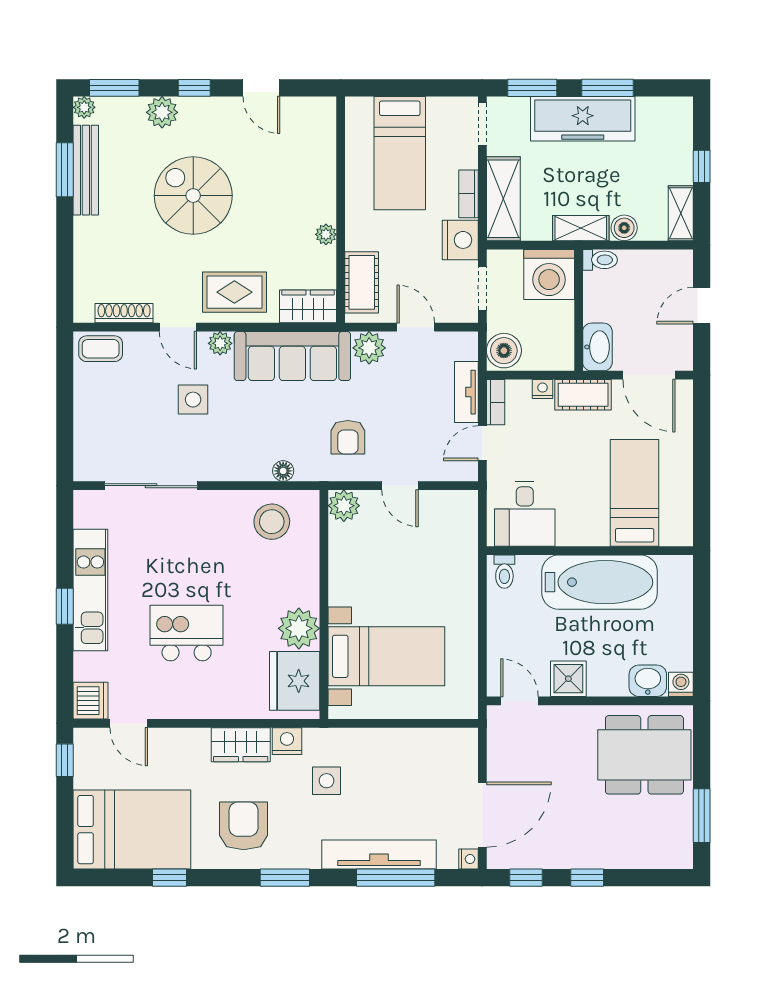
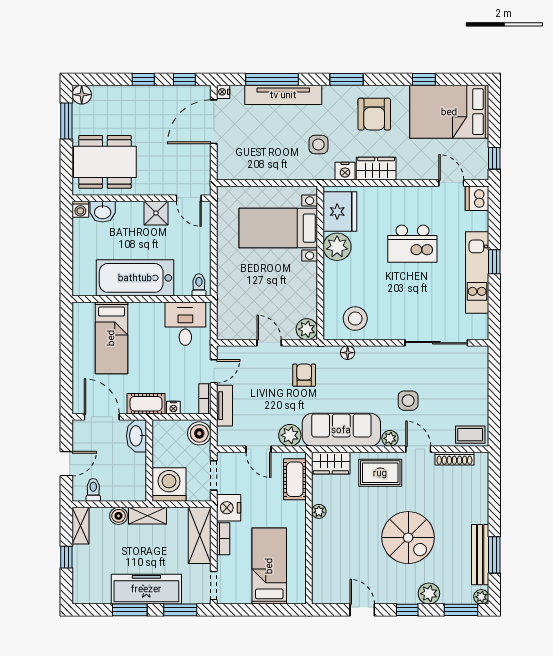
toilet: (600, 260) -> (93, 490), moved, turned 90
floor lamp: (679, 855) -> (82, 95), added

